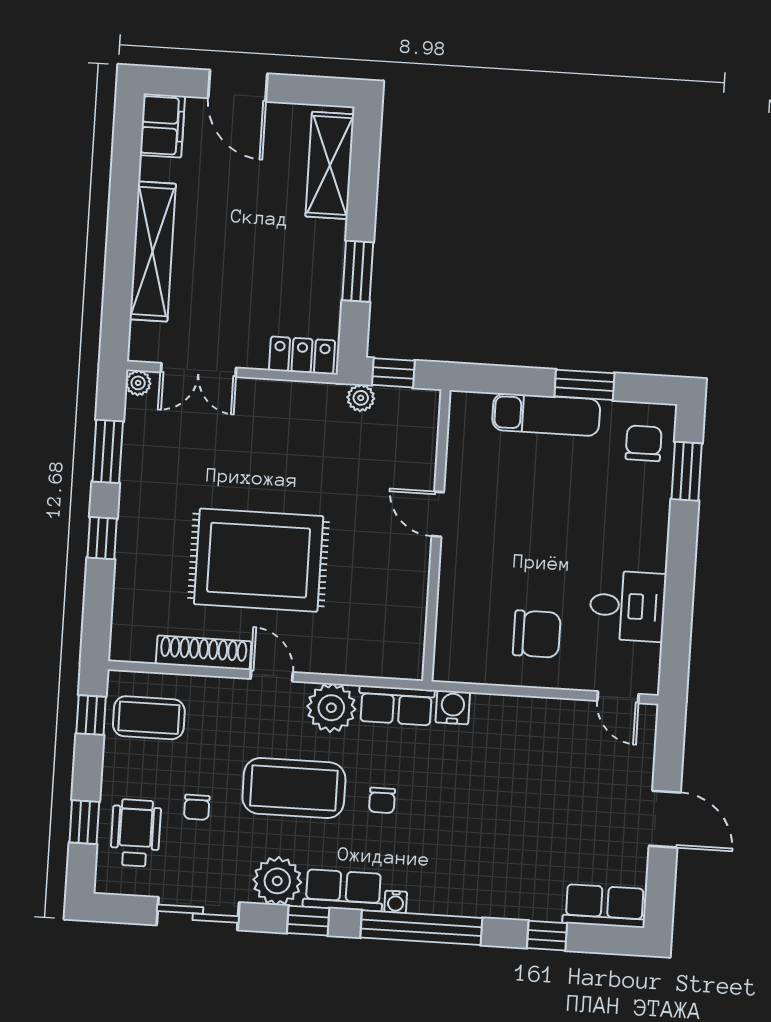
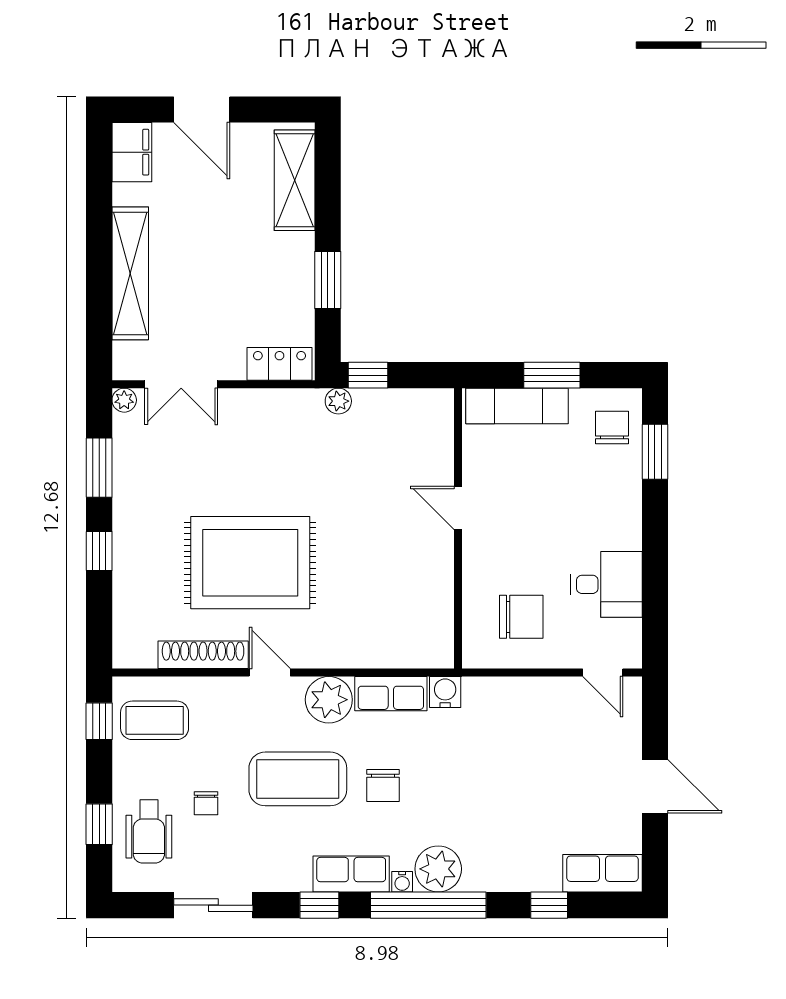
door: (438, 514) -> (458, 508), moved
wall: (436, 535) -> (458, 528), moved
chair: (382, 800) -> (383, 785), width x1.37, depth x1.37
wheelchair: (136, 833) -> (149, 832), turned 180
plant: (277, 881) -> (438, 869), moved

